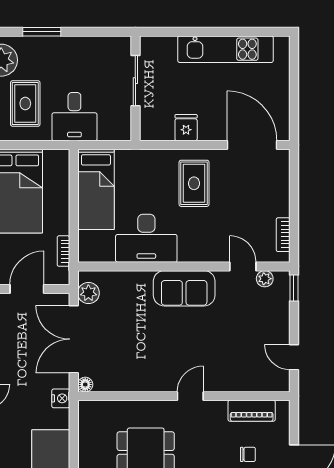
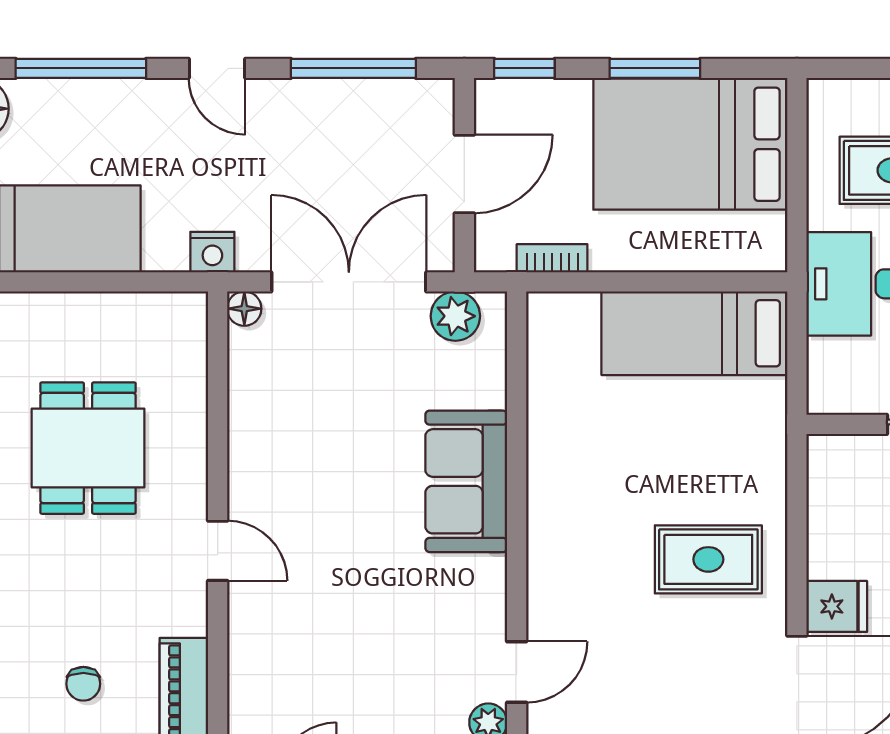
fridge: (186, 128) -> (837, 606), moved
desk: (146, 238) -> (582, 449), removed
sofa: (184, 288) -> (466, 481), moved
door: (27, 289) -> (464, 174), hinge flipped

